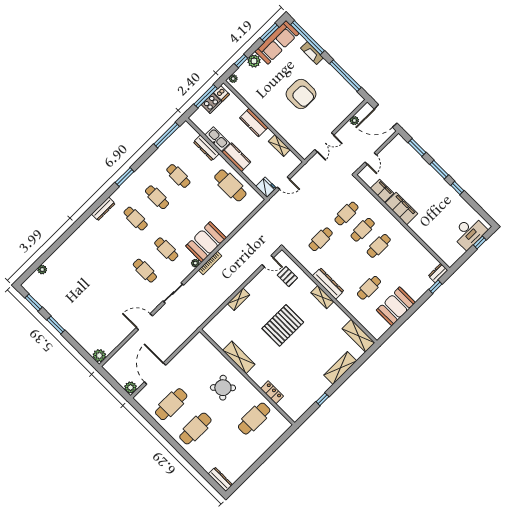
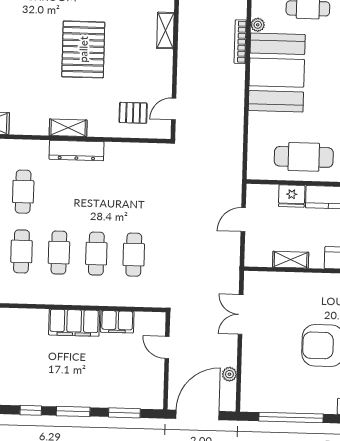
fridge: (266, 187) -> (292, 196), moved
cafe table: (321, 239) -> (21, 251), moved
booth: (206, 242) -> (277, 73), width x1.36, depth x1.42

